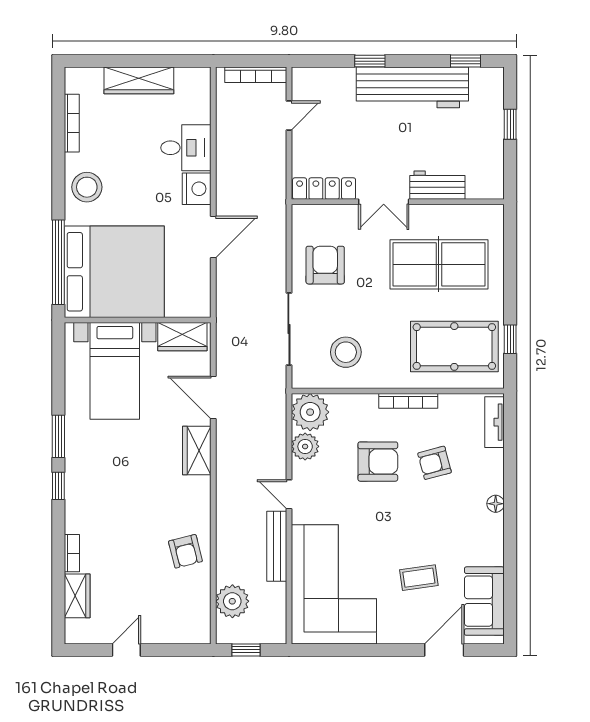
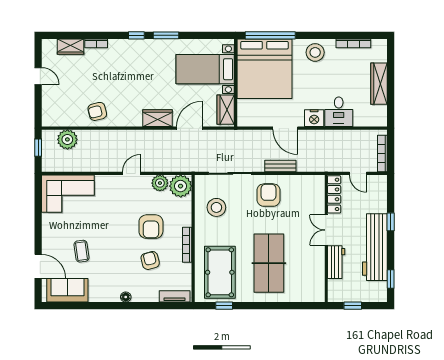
workbench: (437, 185) -> (336, 262), moved
locker: (324, 189) -> (334, 194), moved
double door: (384, 202) -> (326, 230), moved
wall: (398, 202) -> (326, 238), moved
armchair: (325, 265) -> (269, 195), turned -90
bench: (277, 546) -> (280, 166), moved, width x0.73
corner sofa: (334, 584) -> (68, 194), width x0.73, depth x0.74

